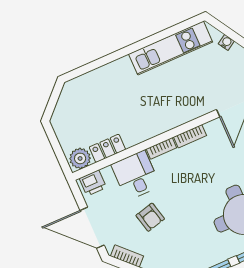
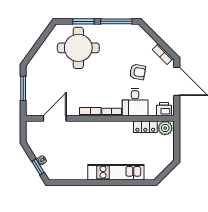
window: (227, 31) -> (38, 167), added
kitchen unit: (171, 48) -> (116, 172), moved
armchair: (150, 217) -> (138, 72), turned 113

